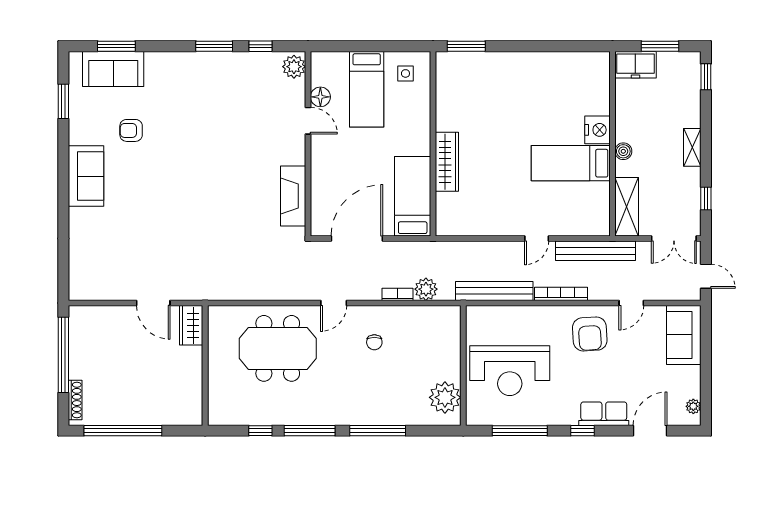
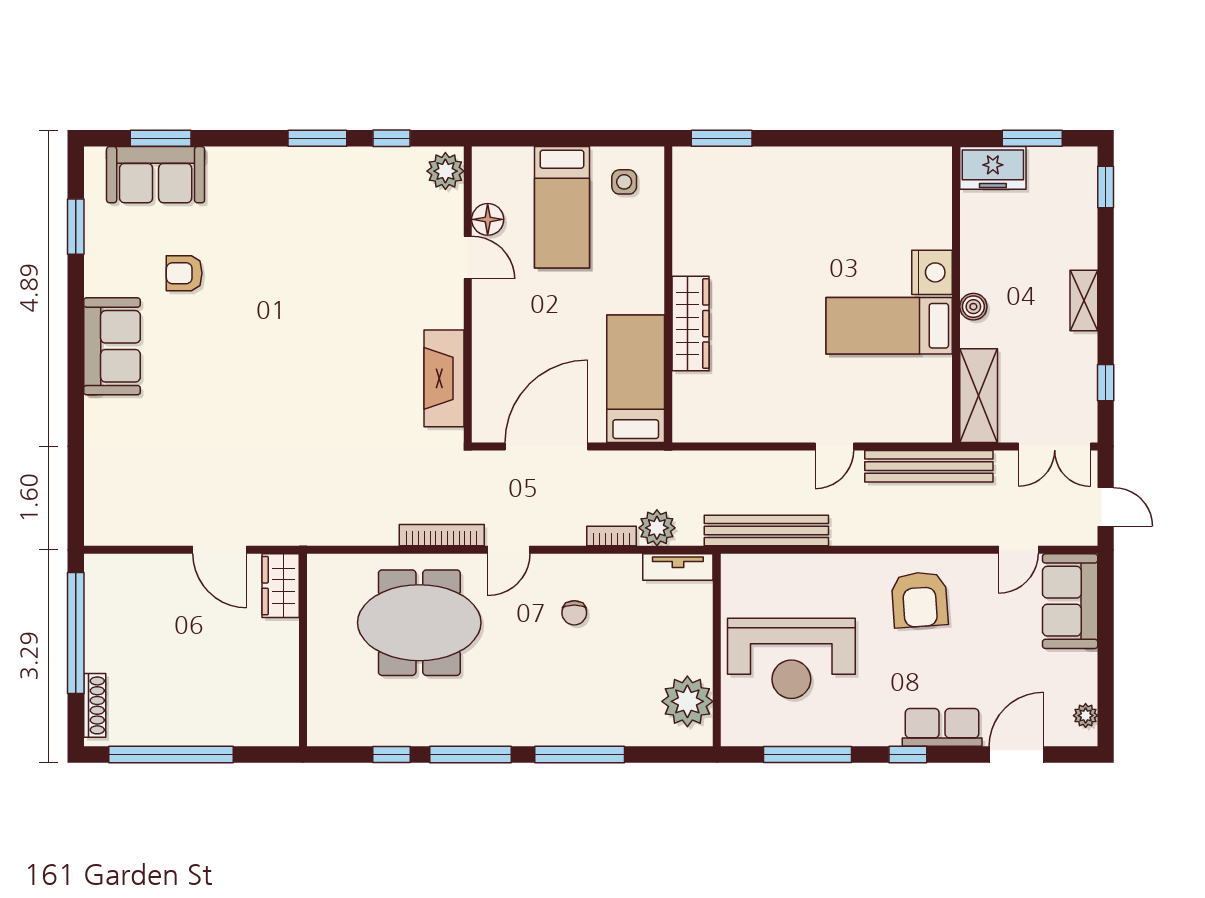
bookcase: (561, 294) -> (442, 535), moved
door: (631, 303) -> (1018, 550), moved
tv unit: (439, 314) -> (678, 567), added

